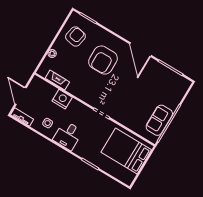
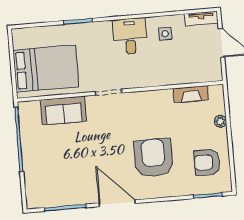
armchair: (75, 37) -> (207, 162), turned 79
nightstand: (62, 99) -> (168, 75), removed
sofa: (159, 120) -> (63, 110), moved, turned 90

